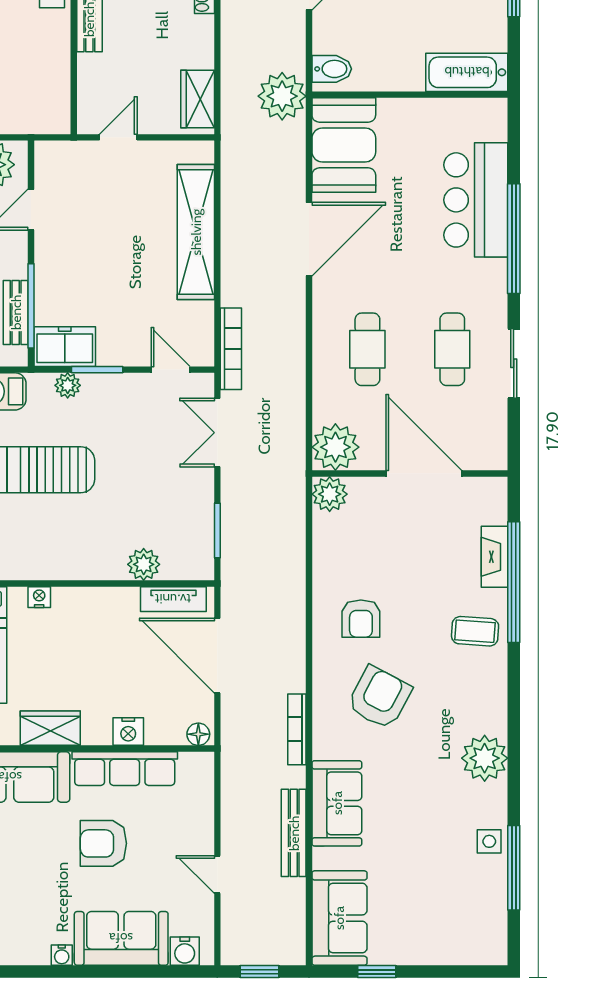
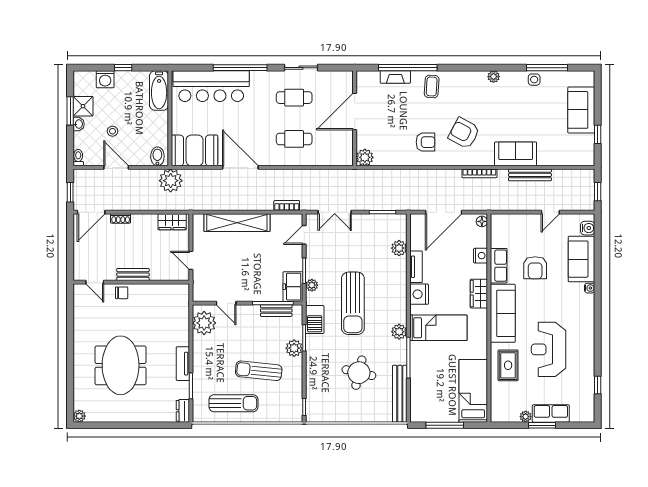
bar counter: (476, 200) -> (211, 86), width x1.36
bookcase: (231, 349) -> (287, 206), width x0.64
plant: (335, 447) -> (342, 155), removed
nightstand: (39, 597) -> (419, 294), width x1.89, depth x1.79
tv unit: (173, 599) -> (416, 267), moved
plant: (485, 758) -> (494, 77), width x0.53, depth x0.53
row of seats: (125, 769) -> (499, 266), width x0.68
sofa: (339, 918) -> (581, 110), moved, turned -90

